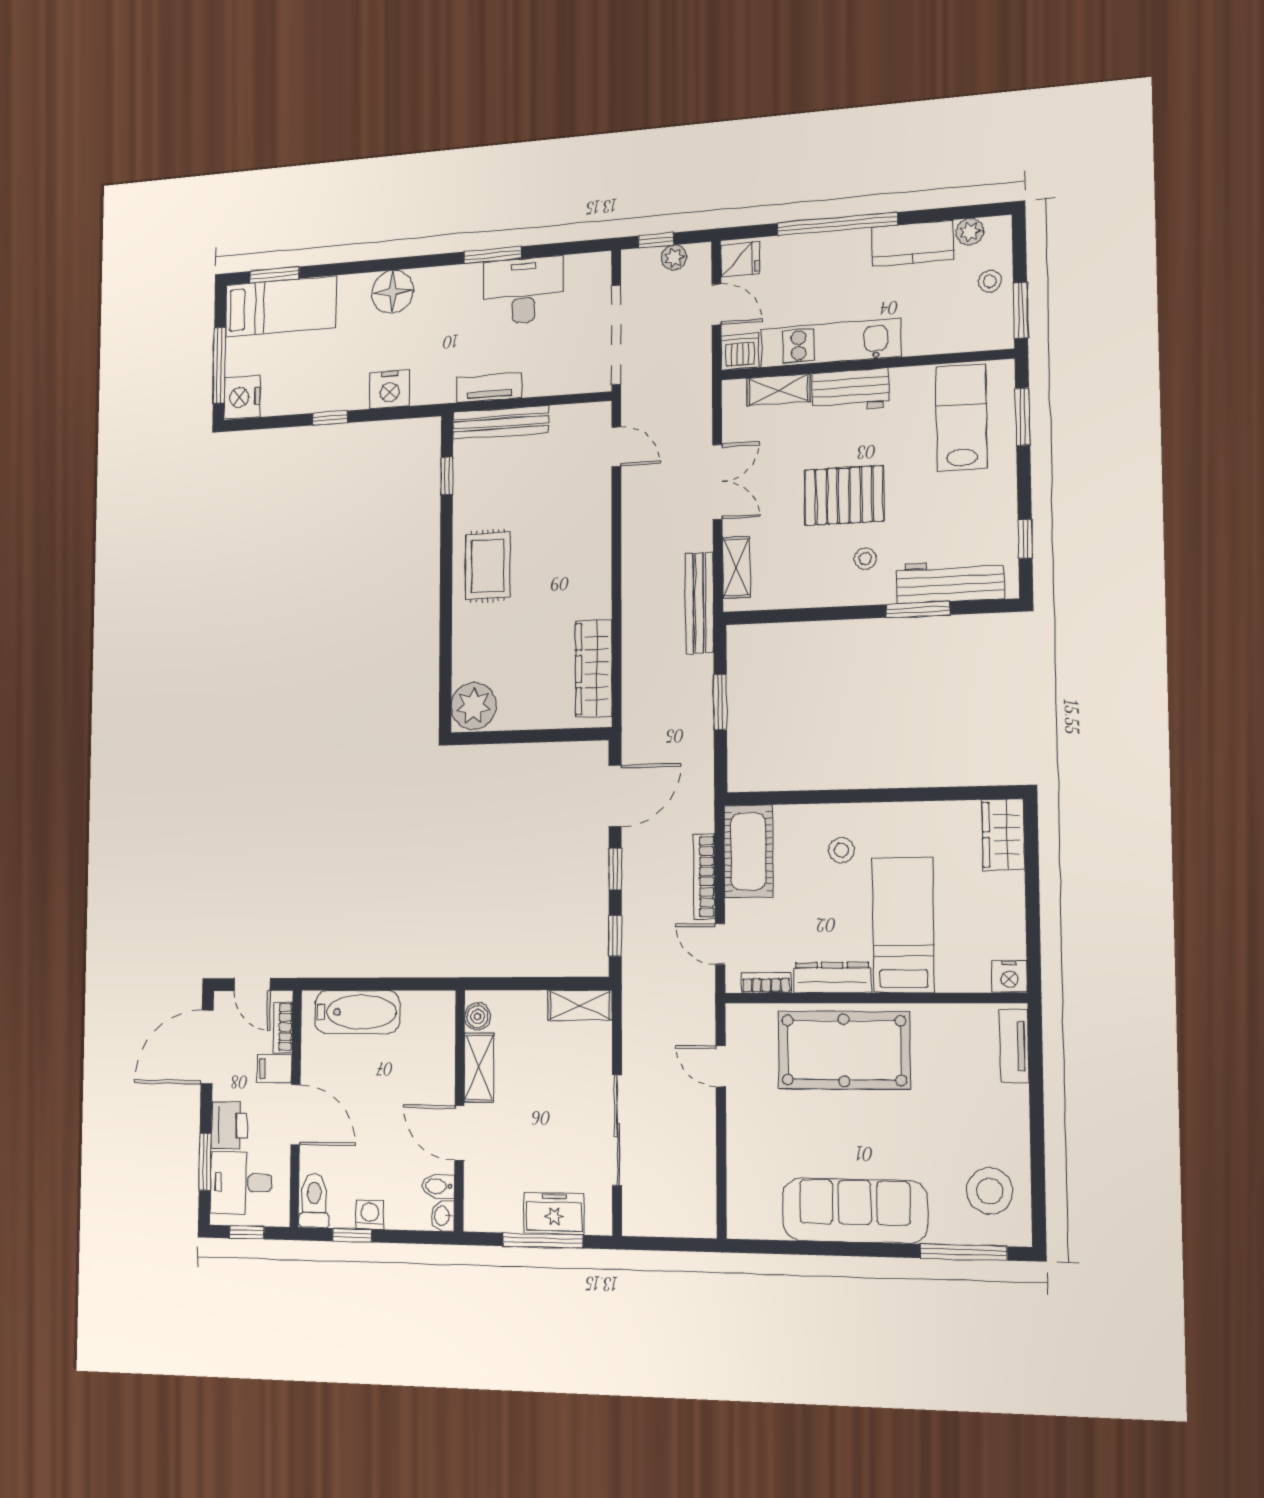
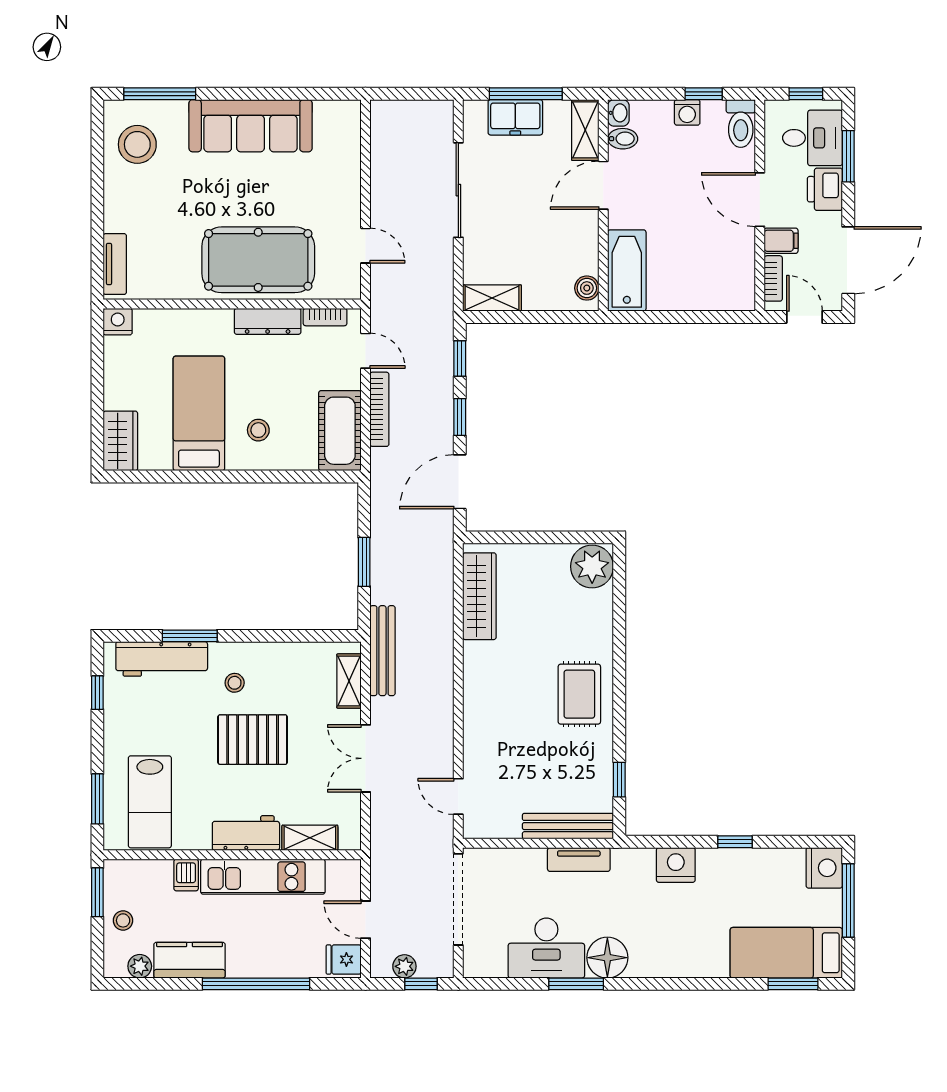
floor lamp: (393, 292) -> (607, 958), moved
dishwasher: (740, 352) -> (186, 875), moved, width x0.73
bed: (903, 925) -> (199, 413), moved, turned 180
bathtub: (357, 1012) -> (627, 270), moved, turned 90
shelving: (479, 1067) -> (585, 130), moved
door: (459, 1133) -> (603, 185), swing flipped

